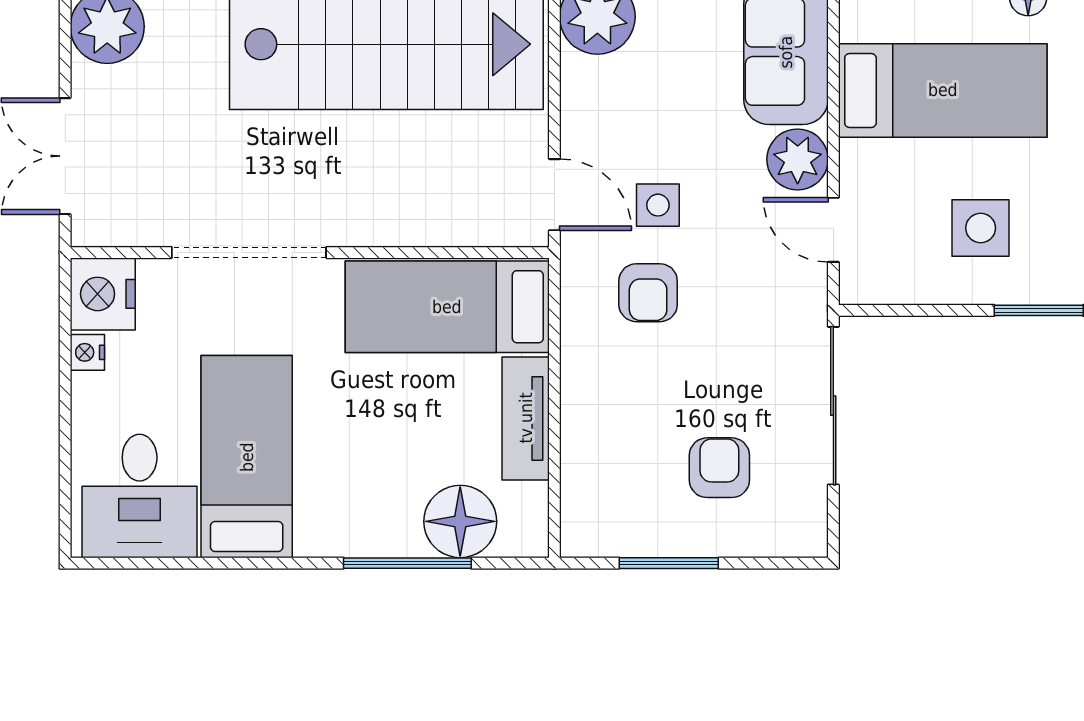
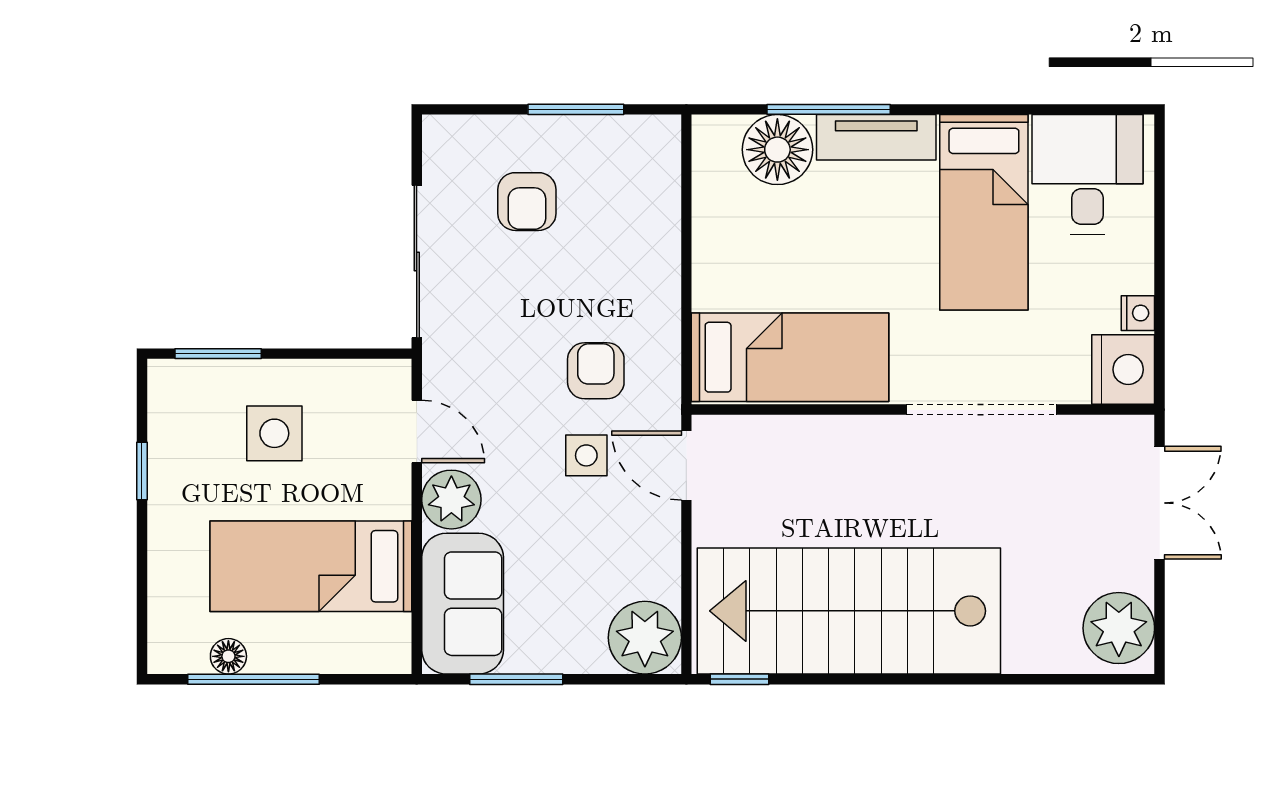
tv unit: (526, 418) -> (876, 137), moved, turned 90

